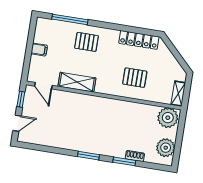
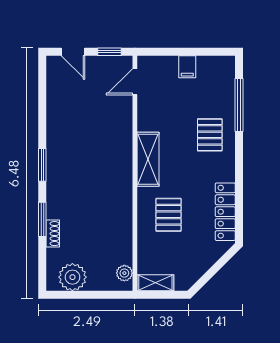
shelving: (77, 82) -> (148, 159), moved
plant: (168, 118) -> (124, 273), width x0.53, depth x0.53

